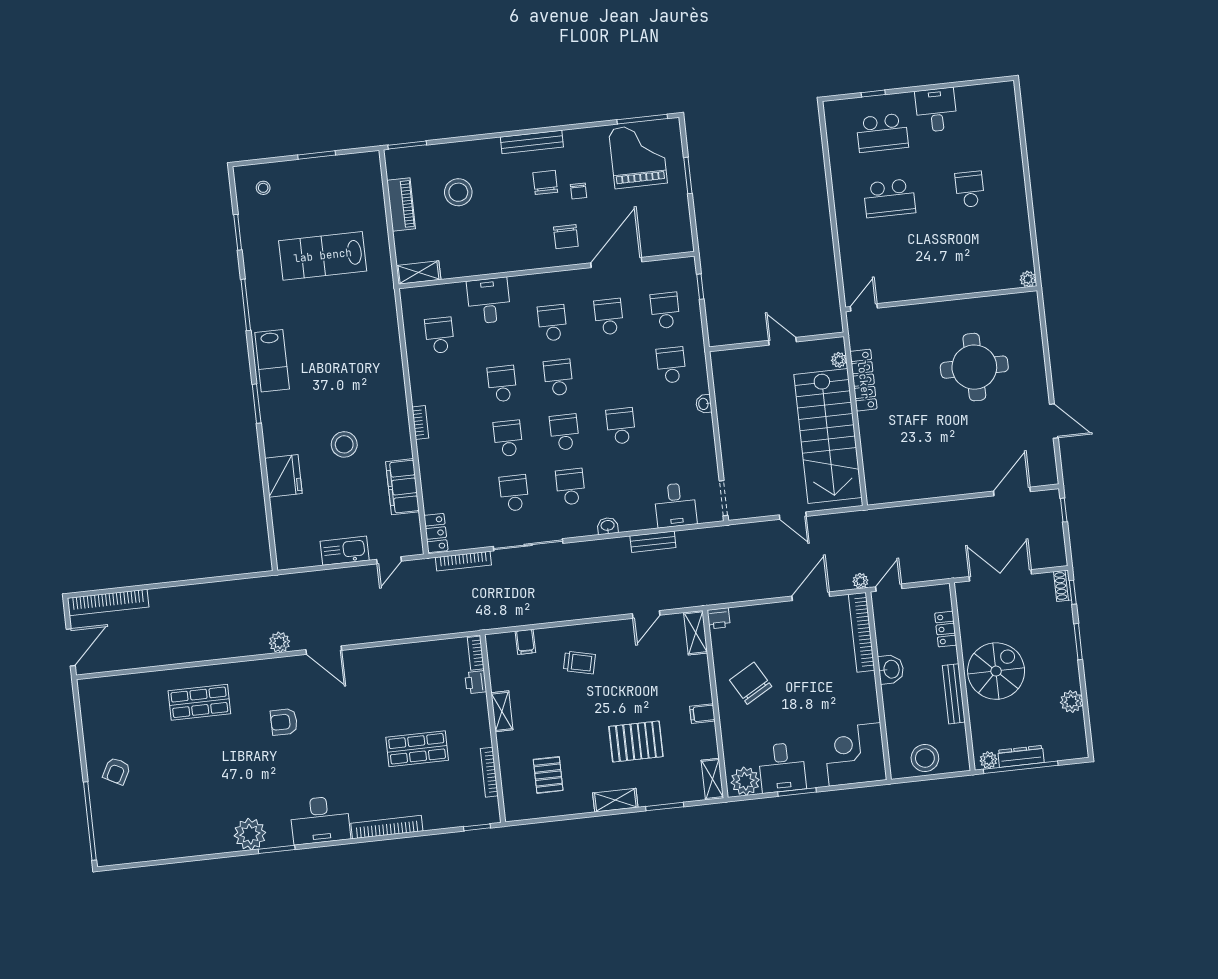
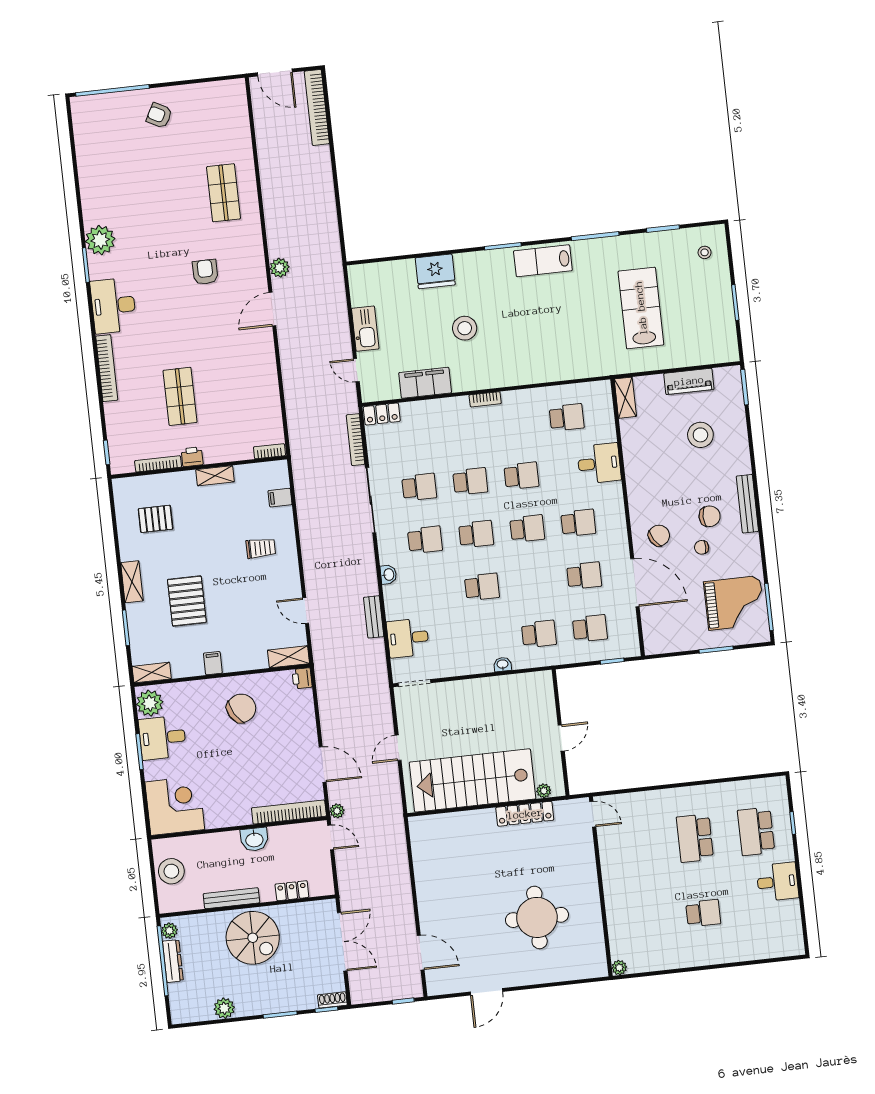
chair: (566, 237) -> (659, 536), turned 148
trolley: (579, 662) -> (261, 548), turned -103
printer: (476, 682) -> (192, 457), moved

